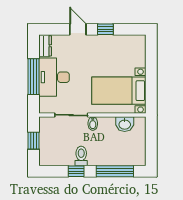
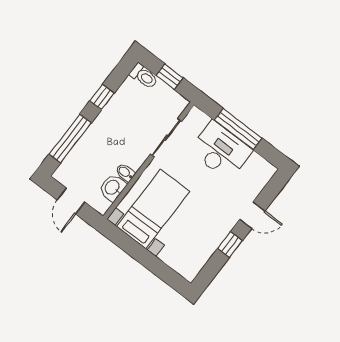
dresser: (45, 46) -> (262, 167), removed
bidet: (93, 124) -> (125, 173), moved
door: (151, 143) -> (71, 201), added
toilet: (81, 156) -> (144, 76), moved

